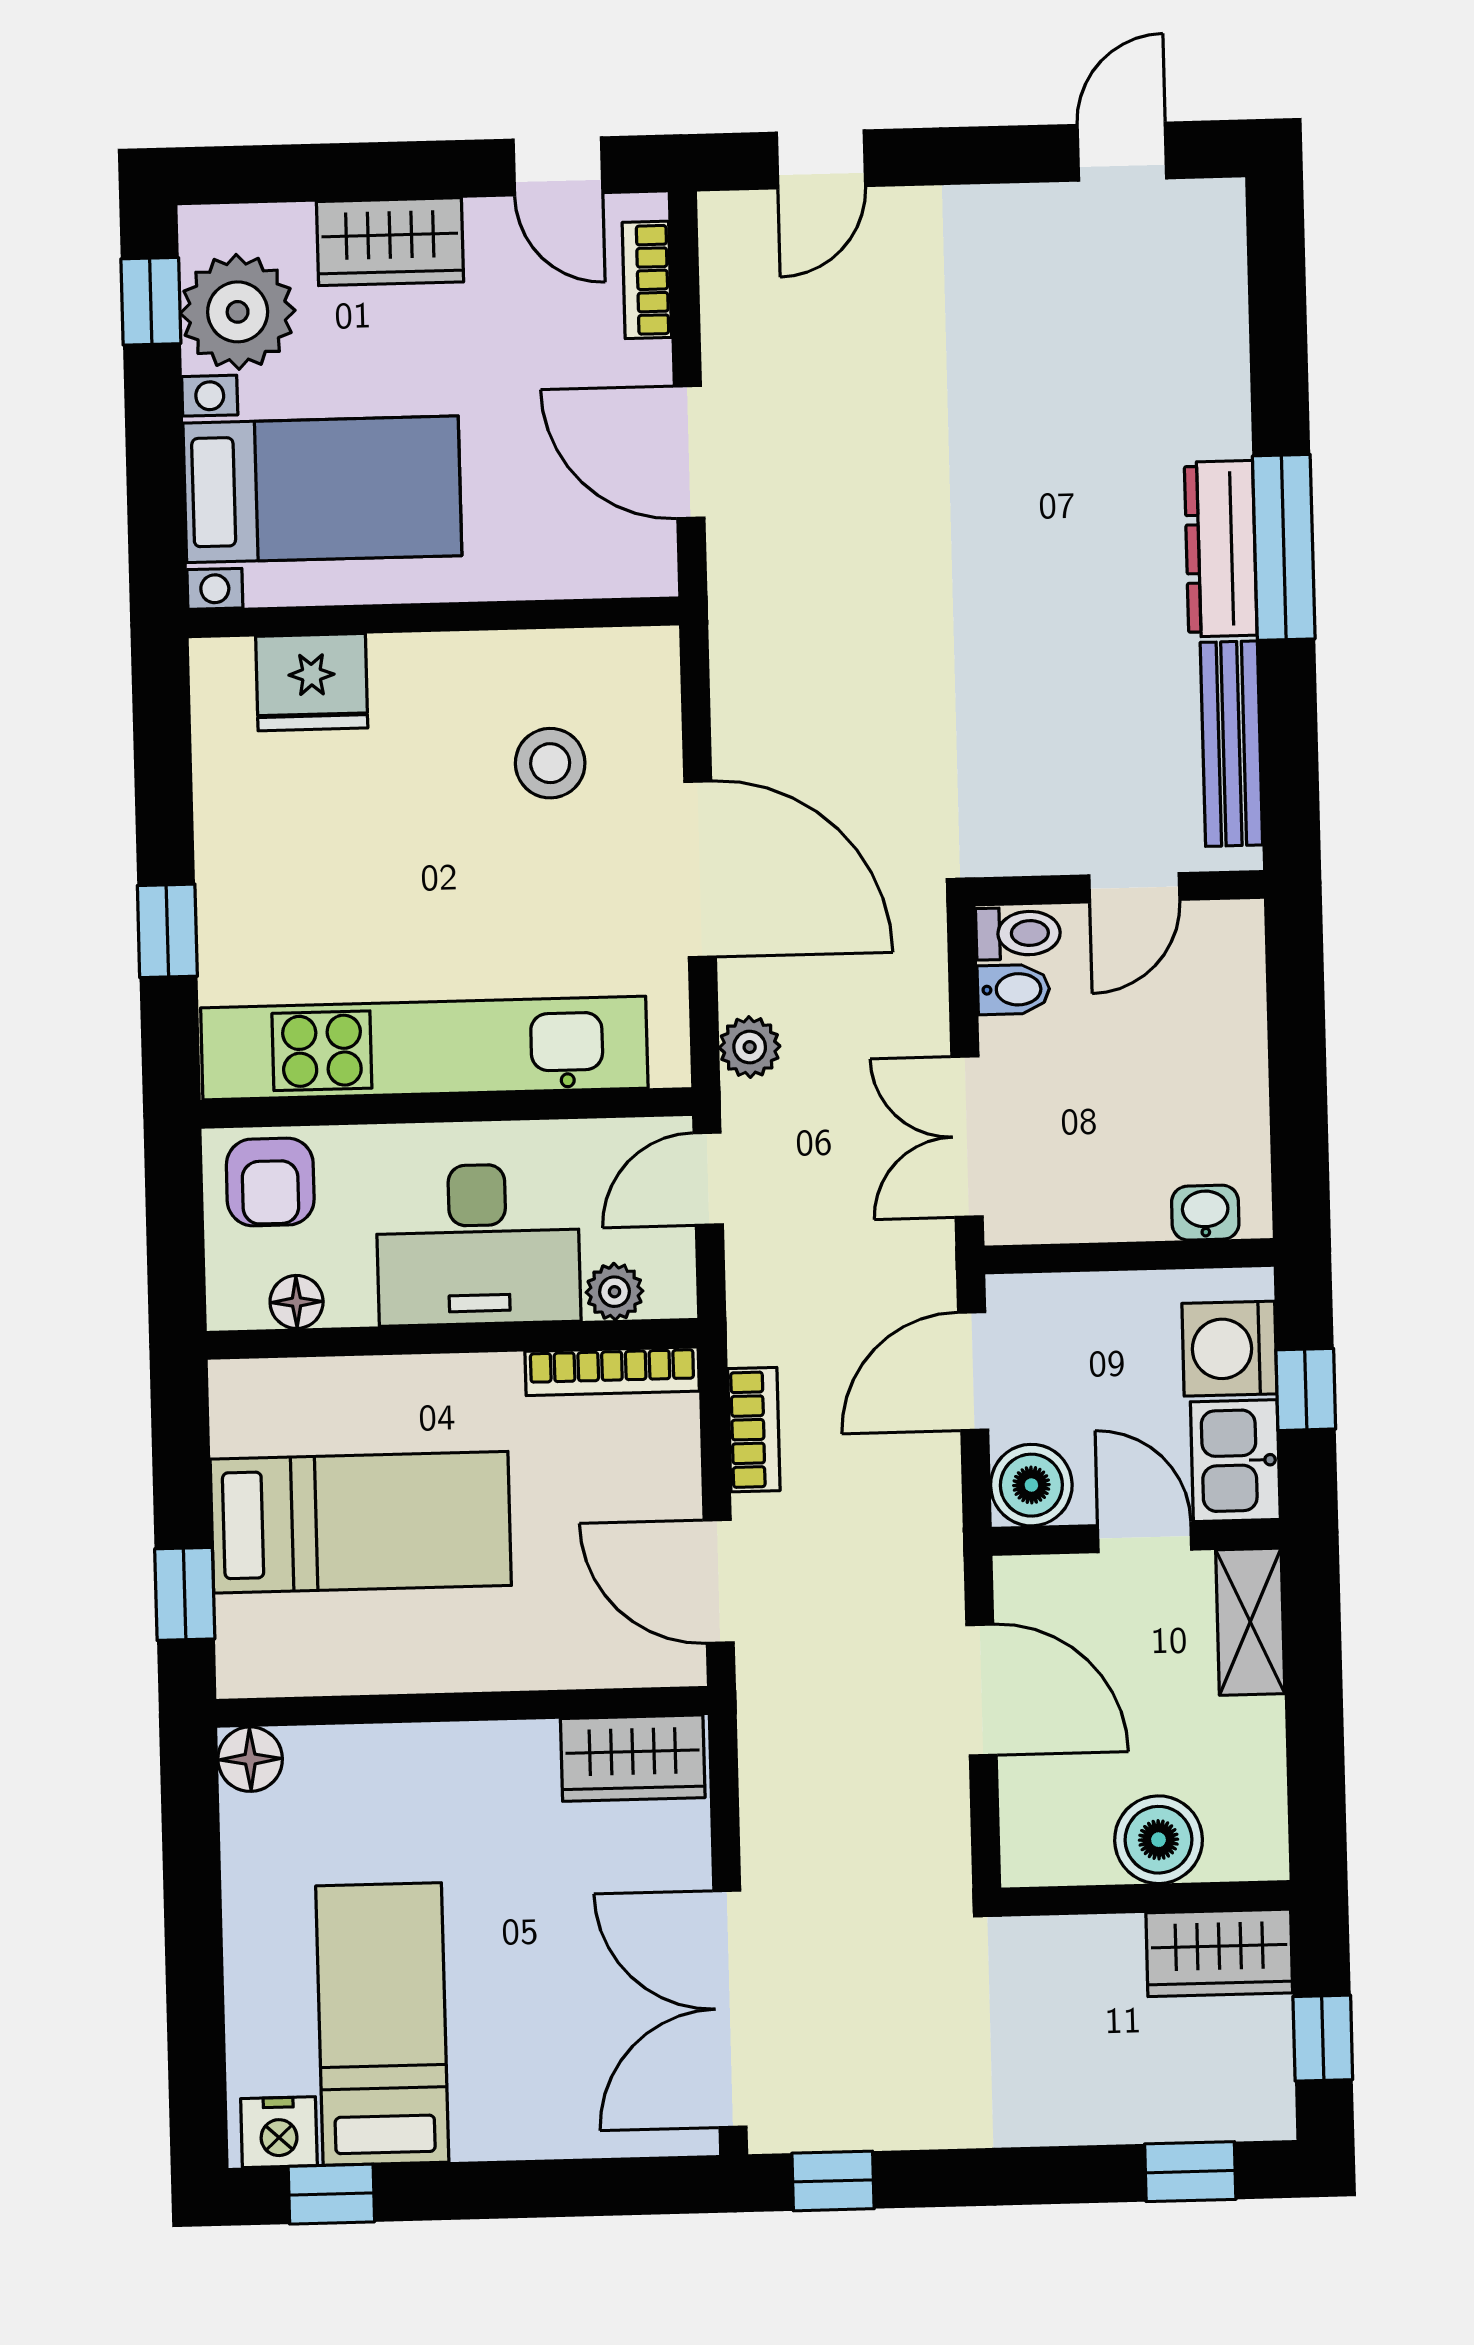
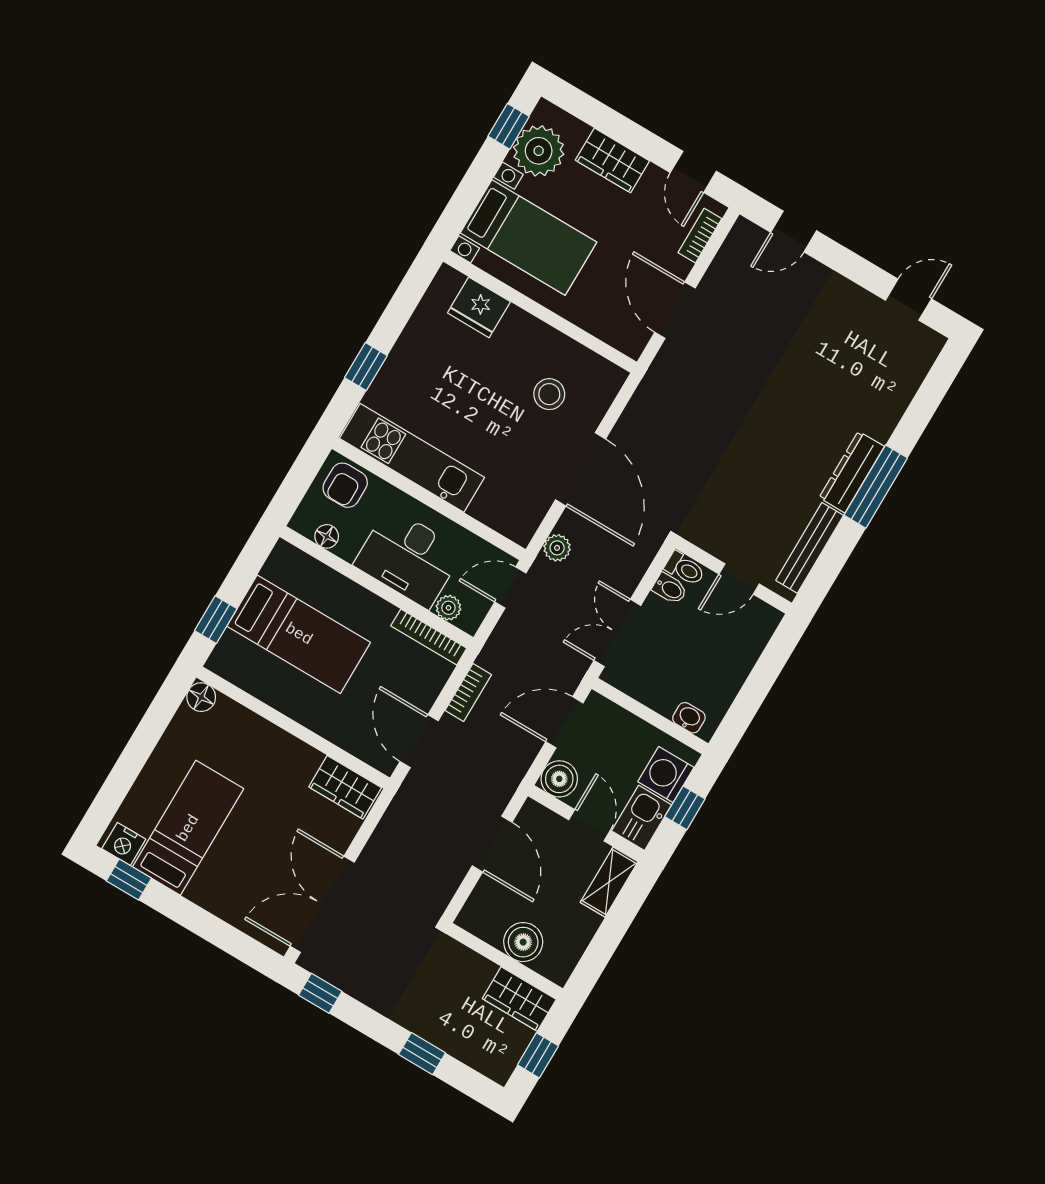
kitchen unit: (424, 1048) -> (412, 458), width x0.73
window: (1190, 2172) -> (422, 1054), moved

